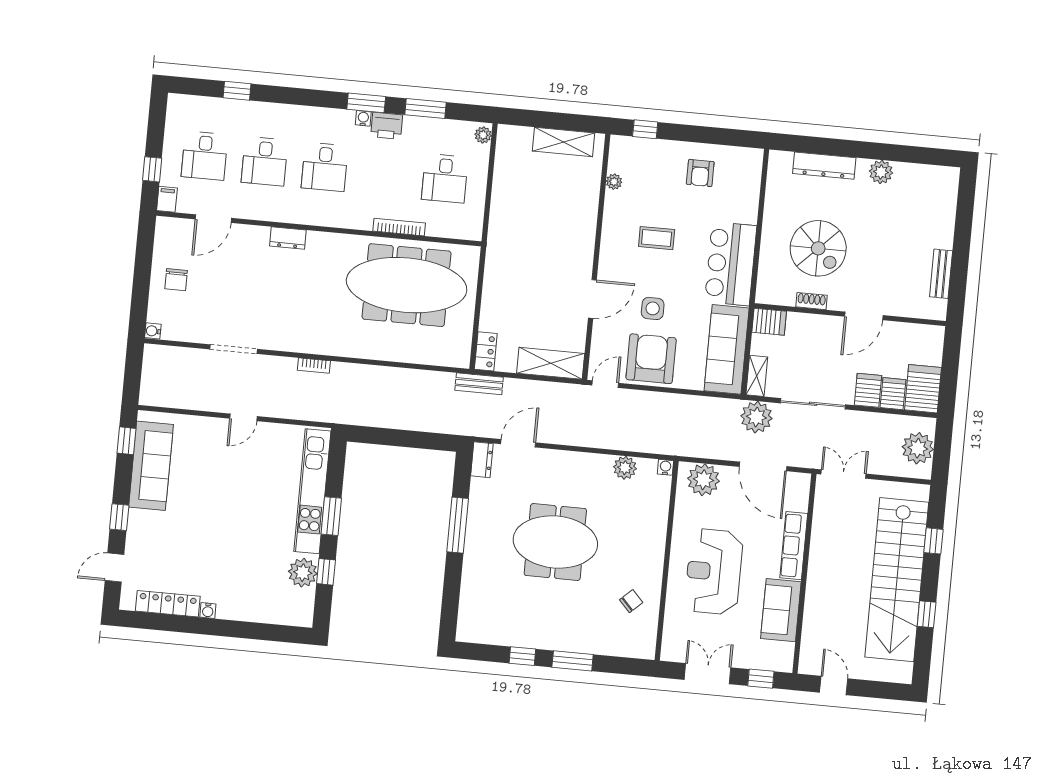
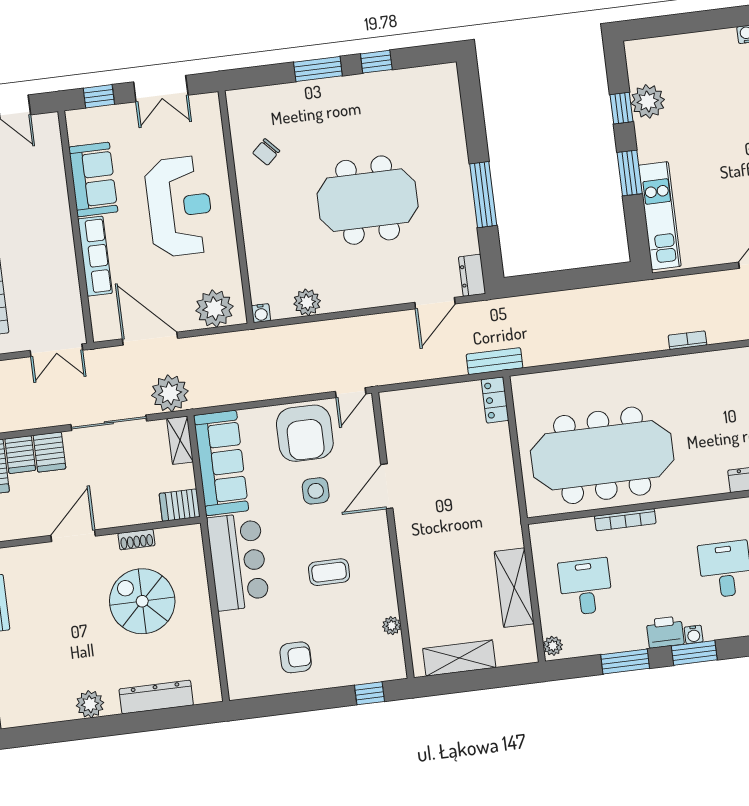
armchair: (700, 173) -> (296, 657), turned 90
shelving: (551, 363) -> (514, 588), moved, turned 90
kitchen unit: (312, 491) -> (660, 216), width x0.73

